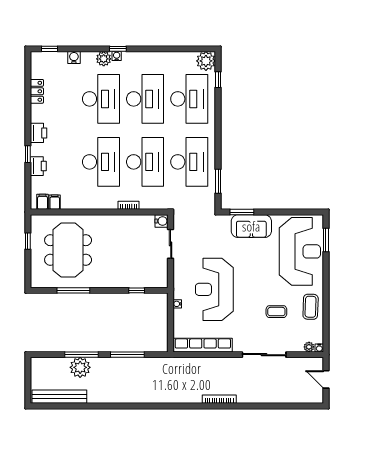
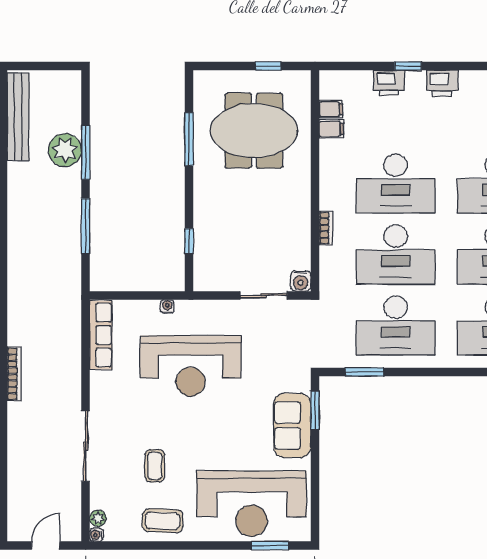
filing cabinet: (43, 202) -> (331, 129), moved
reception desk: (214, 289) -> (191, 366), turned 180
row of seats: (203, 345) -> (101, 335), width x0.73

